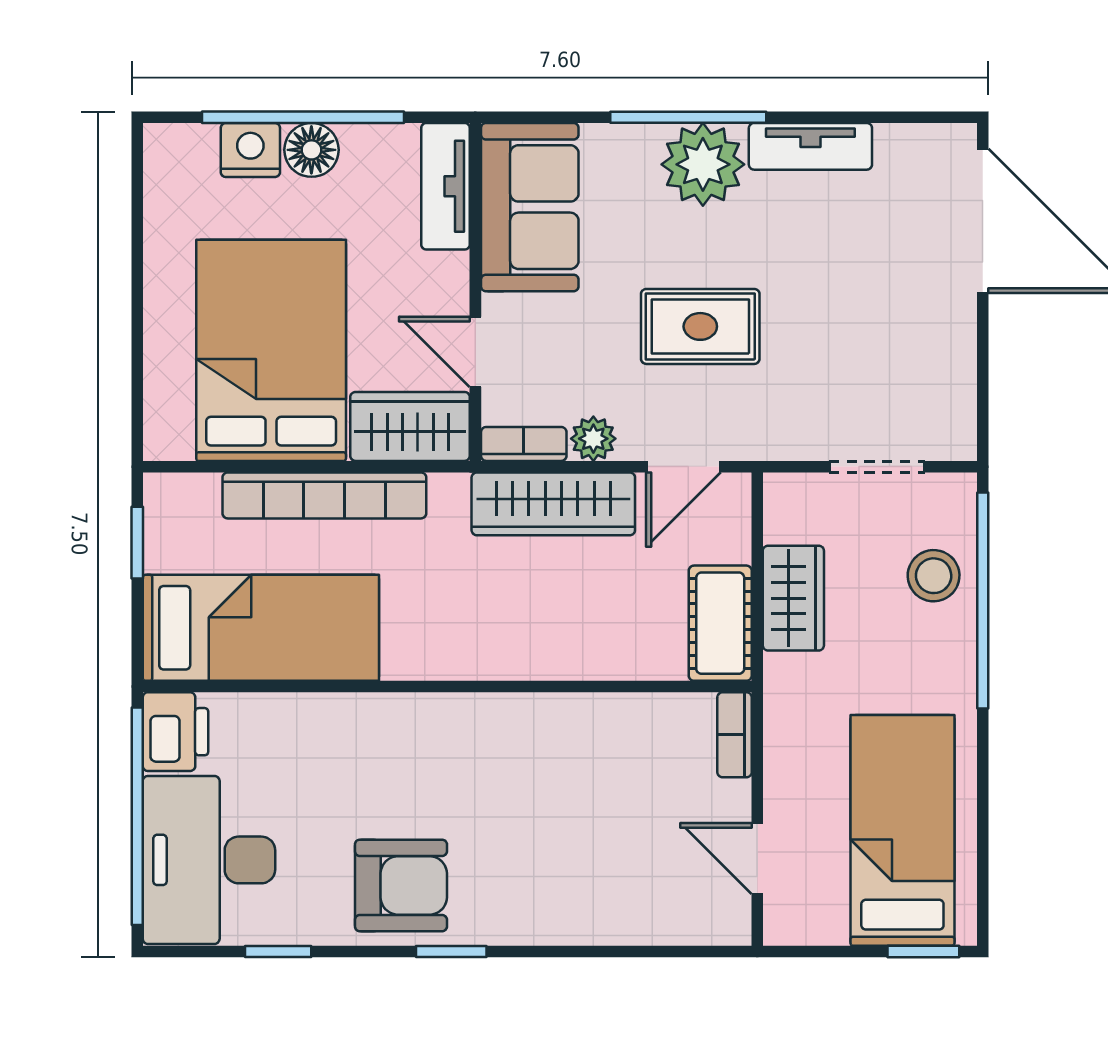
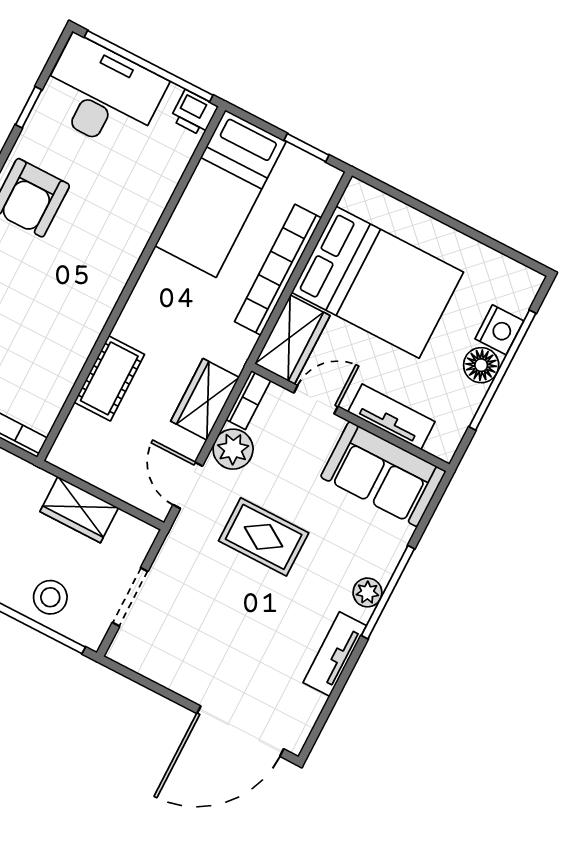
plant: (703, 164) -> (367, 592), width x0.53, depth x0.53
tv unit: (446, 186) -> (391, 417), moved
rug: (700, 326) -> (264, 537), turned 90
plant: (593, 439) -> (233, 449), width x1.38, depth x1.38
wardrobe: (553, 504) -> (205, 399), width x0.67
cot: (720, 623) -> (109, 378), moved, turned 90
printer: (175, 732) -> (194, 113), width x0.73, depth x0.81

